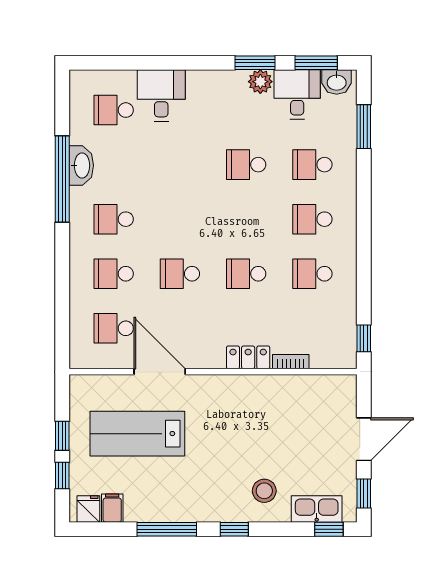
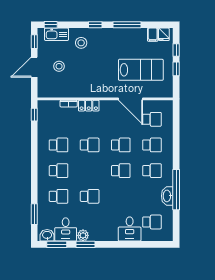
school desk: (180, 219) -> (121, 171), added
stool: (311, 441) -> (59, 66), added

